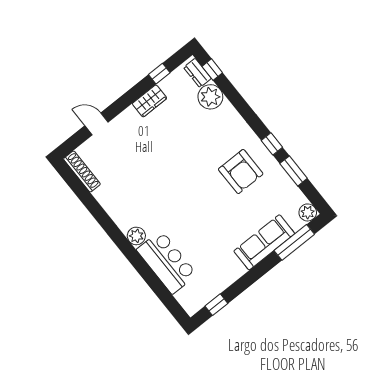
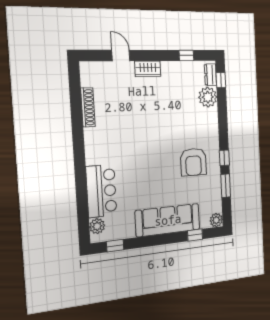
wardrobe: (150, 101) -> (148, 69), moved
shoe rack: (82, 172) -> (88, 107), moved
plant: (136, 236) -> (97, 226), moved
sofa: (264, 242) -> (168, 220), width x1.36, depth x1.27
window: (294, 242) -> (195, 235), width x0.46

